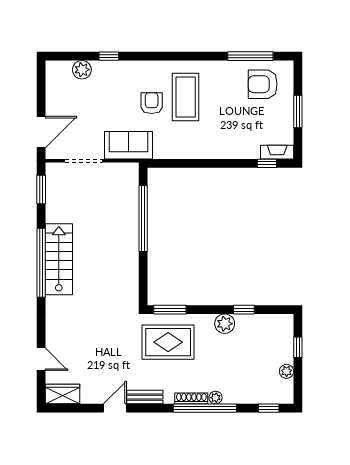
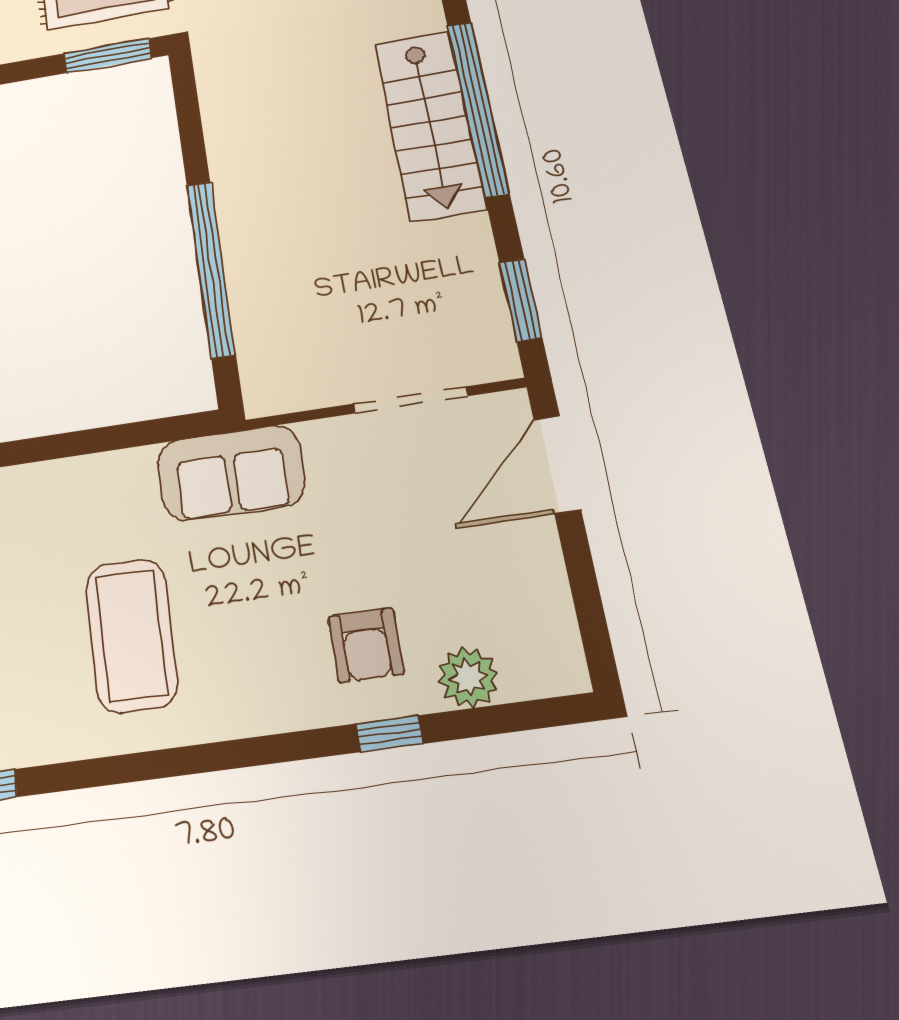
armchair: (152, 103) -> (366, 645), moved
sofa: (129, 145) -> (231, 473), moved

